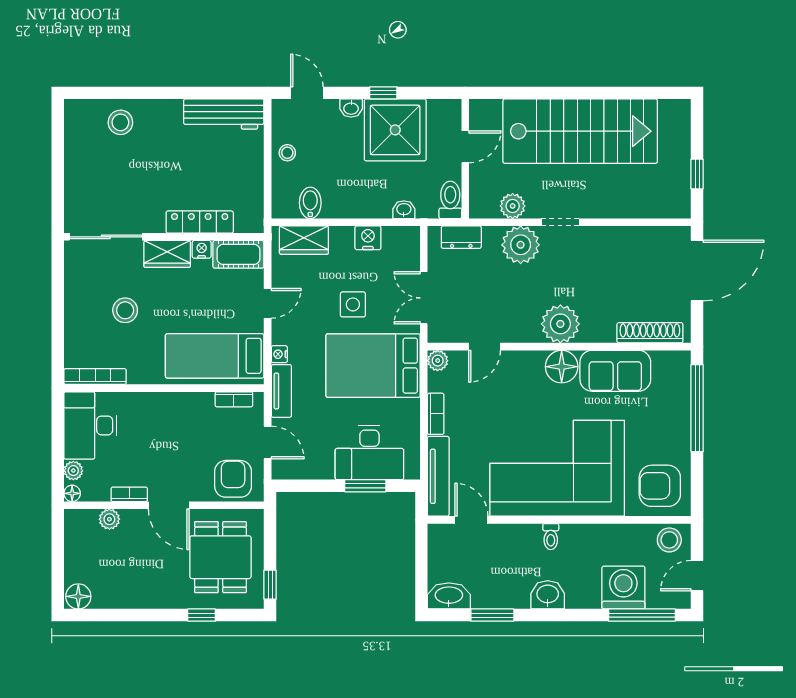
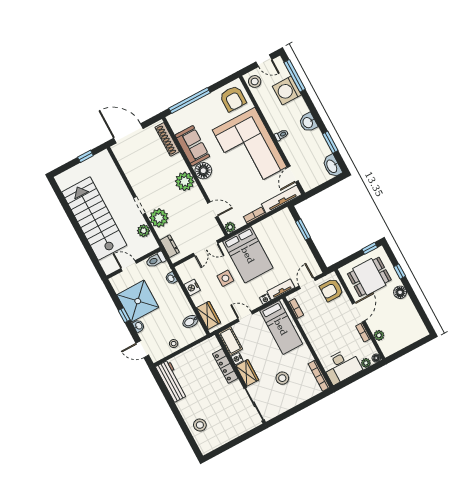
door: (307, 93) -> (142, 349), hinge flipped
desk: (369, 453) -> (287, 236), removed
floor lamp: (78, 596) -> (400, 292), moved

